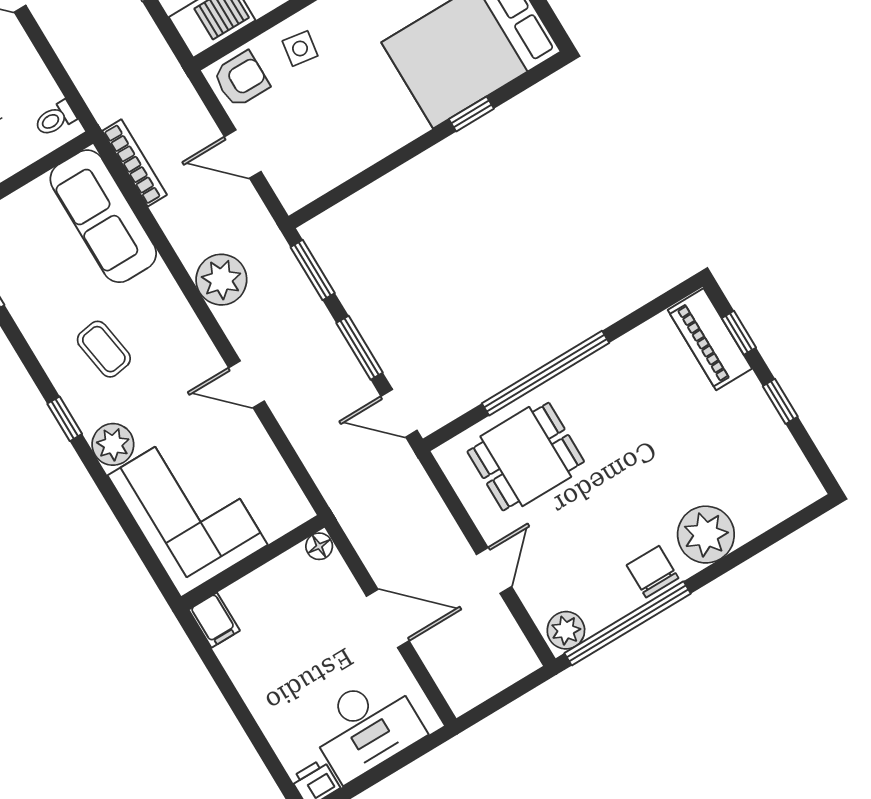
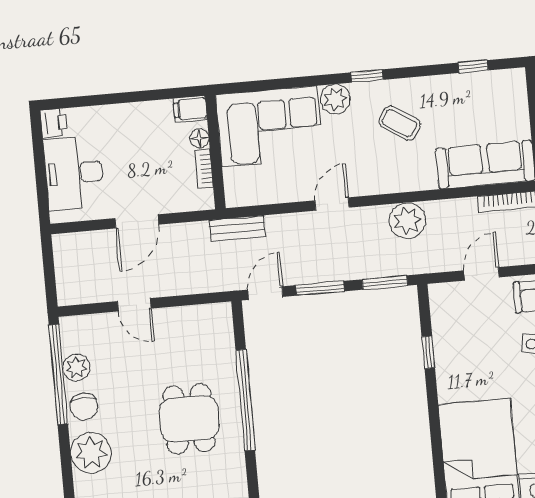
window: (471, 114) -> (428, 352), moved
coffee table: (104, 349) -> (400, 123), turned 42
dining table: (526, 457) -> (189, 419), moved
bench: (335, 488) -> (238, 228), added
floor lamp: (319, 546) -> (199, 138), moved
bookcase: (281, 566) -> (204, 169), added
chair: (653, 572) -> (84, 407), turned 90
plant: (566, 630) -> (76, 367), moved

